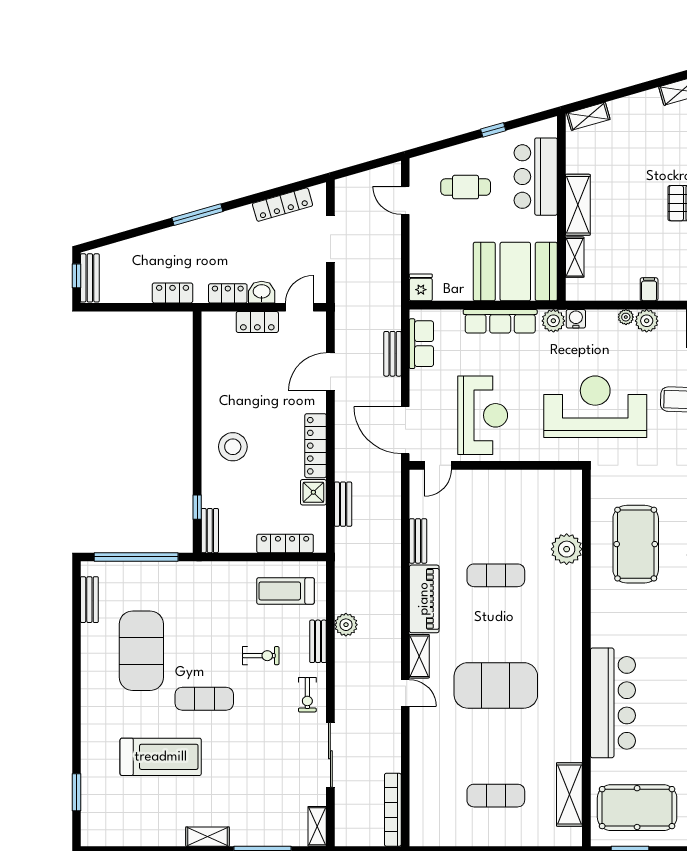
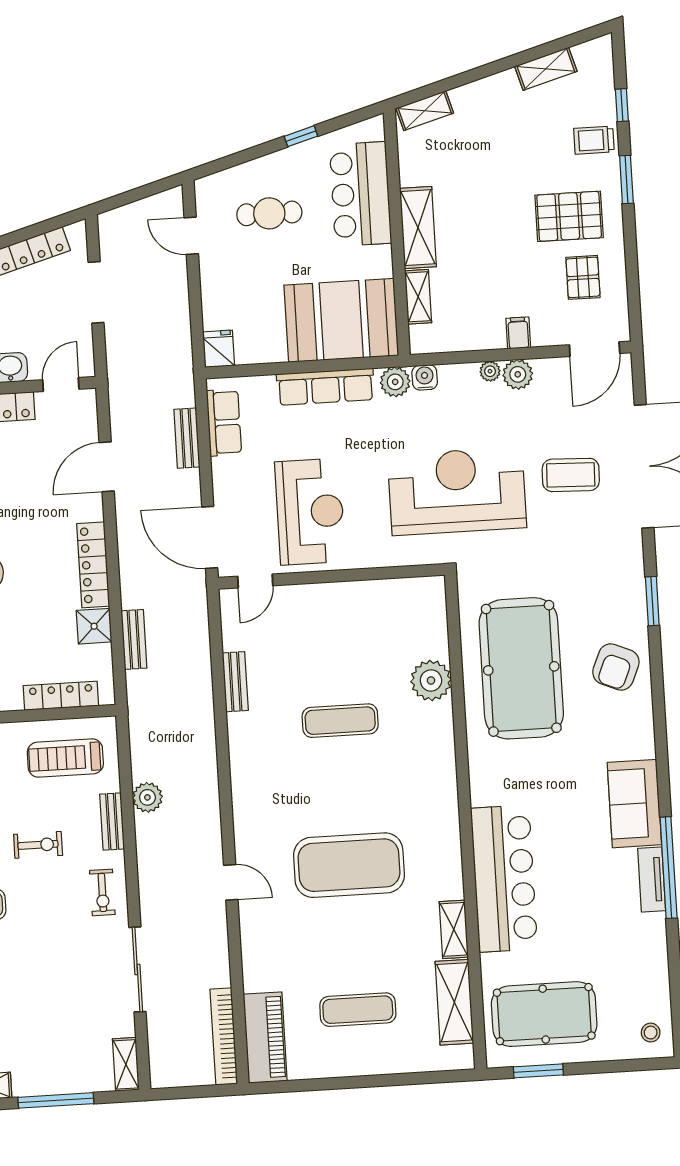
pool table: (636, 544) -> (521, 668), width x1.36, depth x1.32
piano: (424, 599) -> (265, 1037), moved
shelving: (419, 656) -> (454, 929), moved

